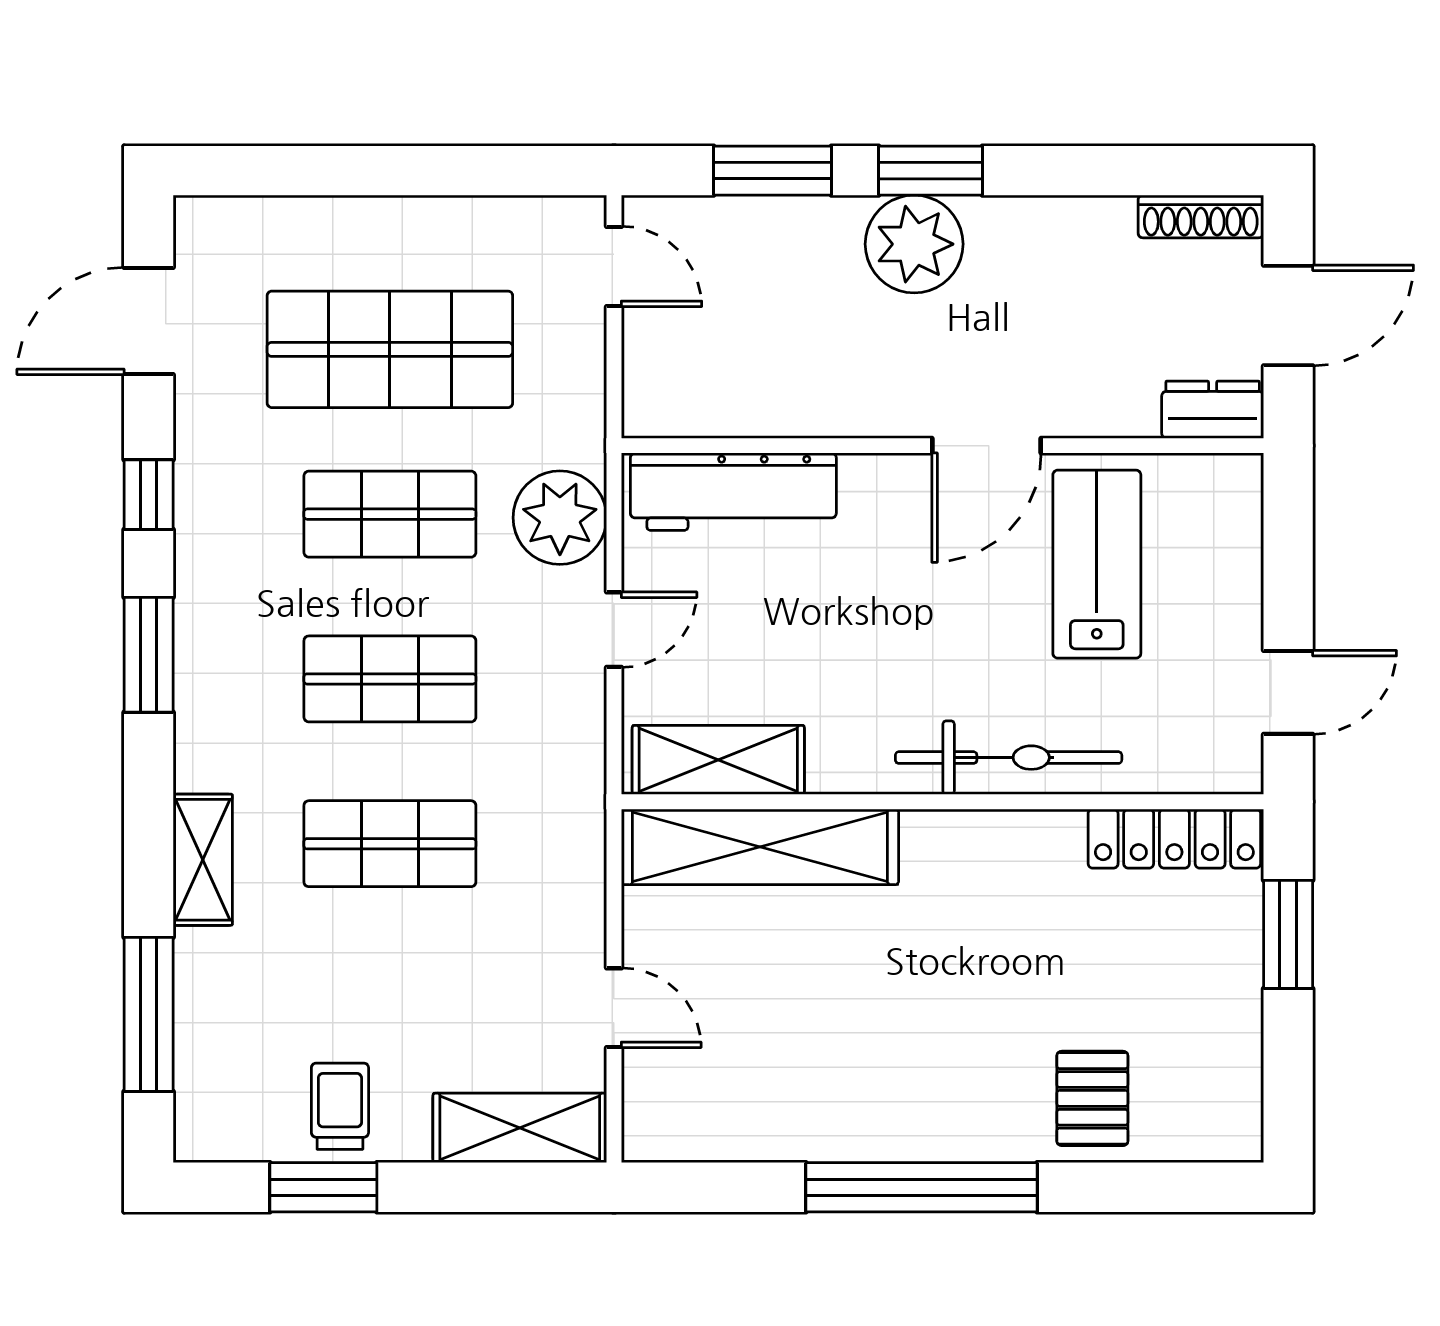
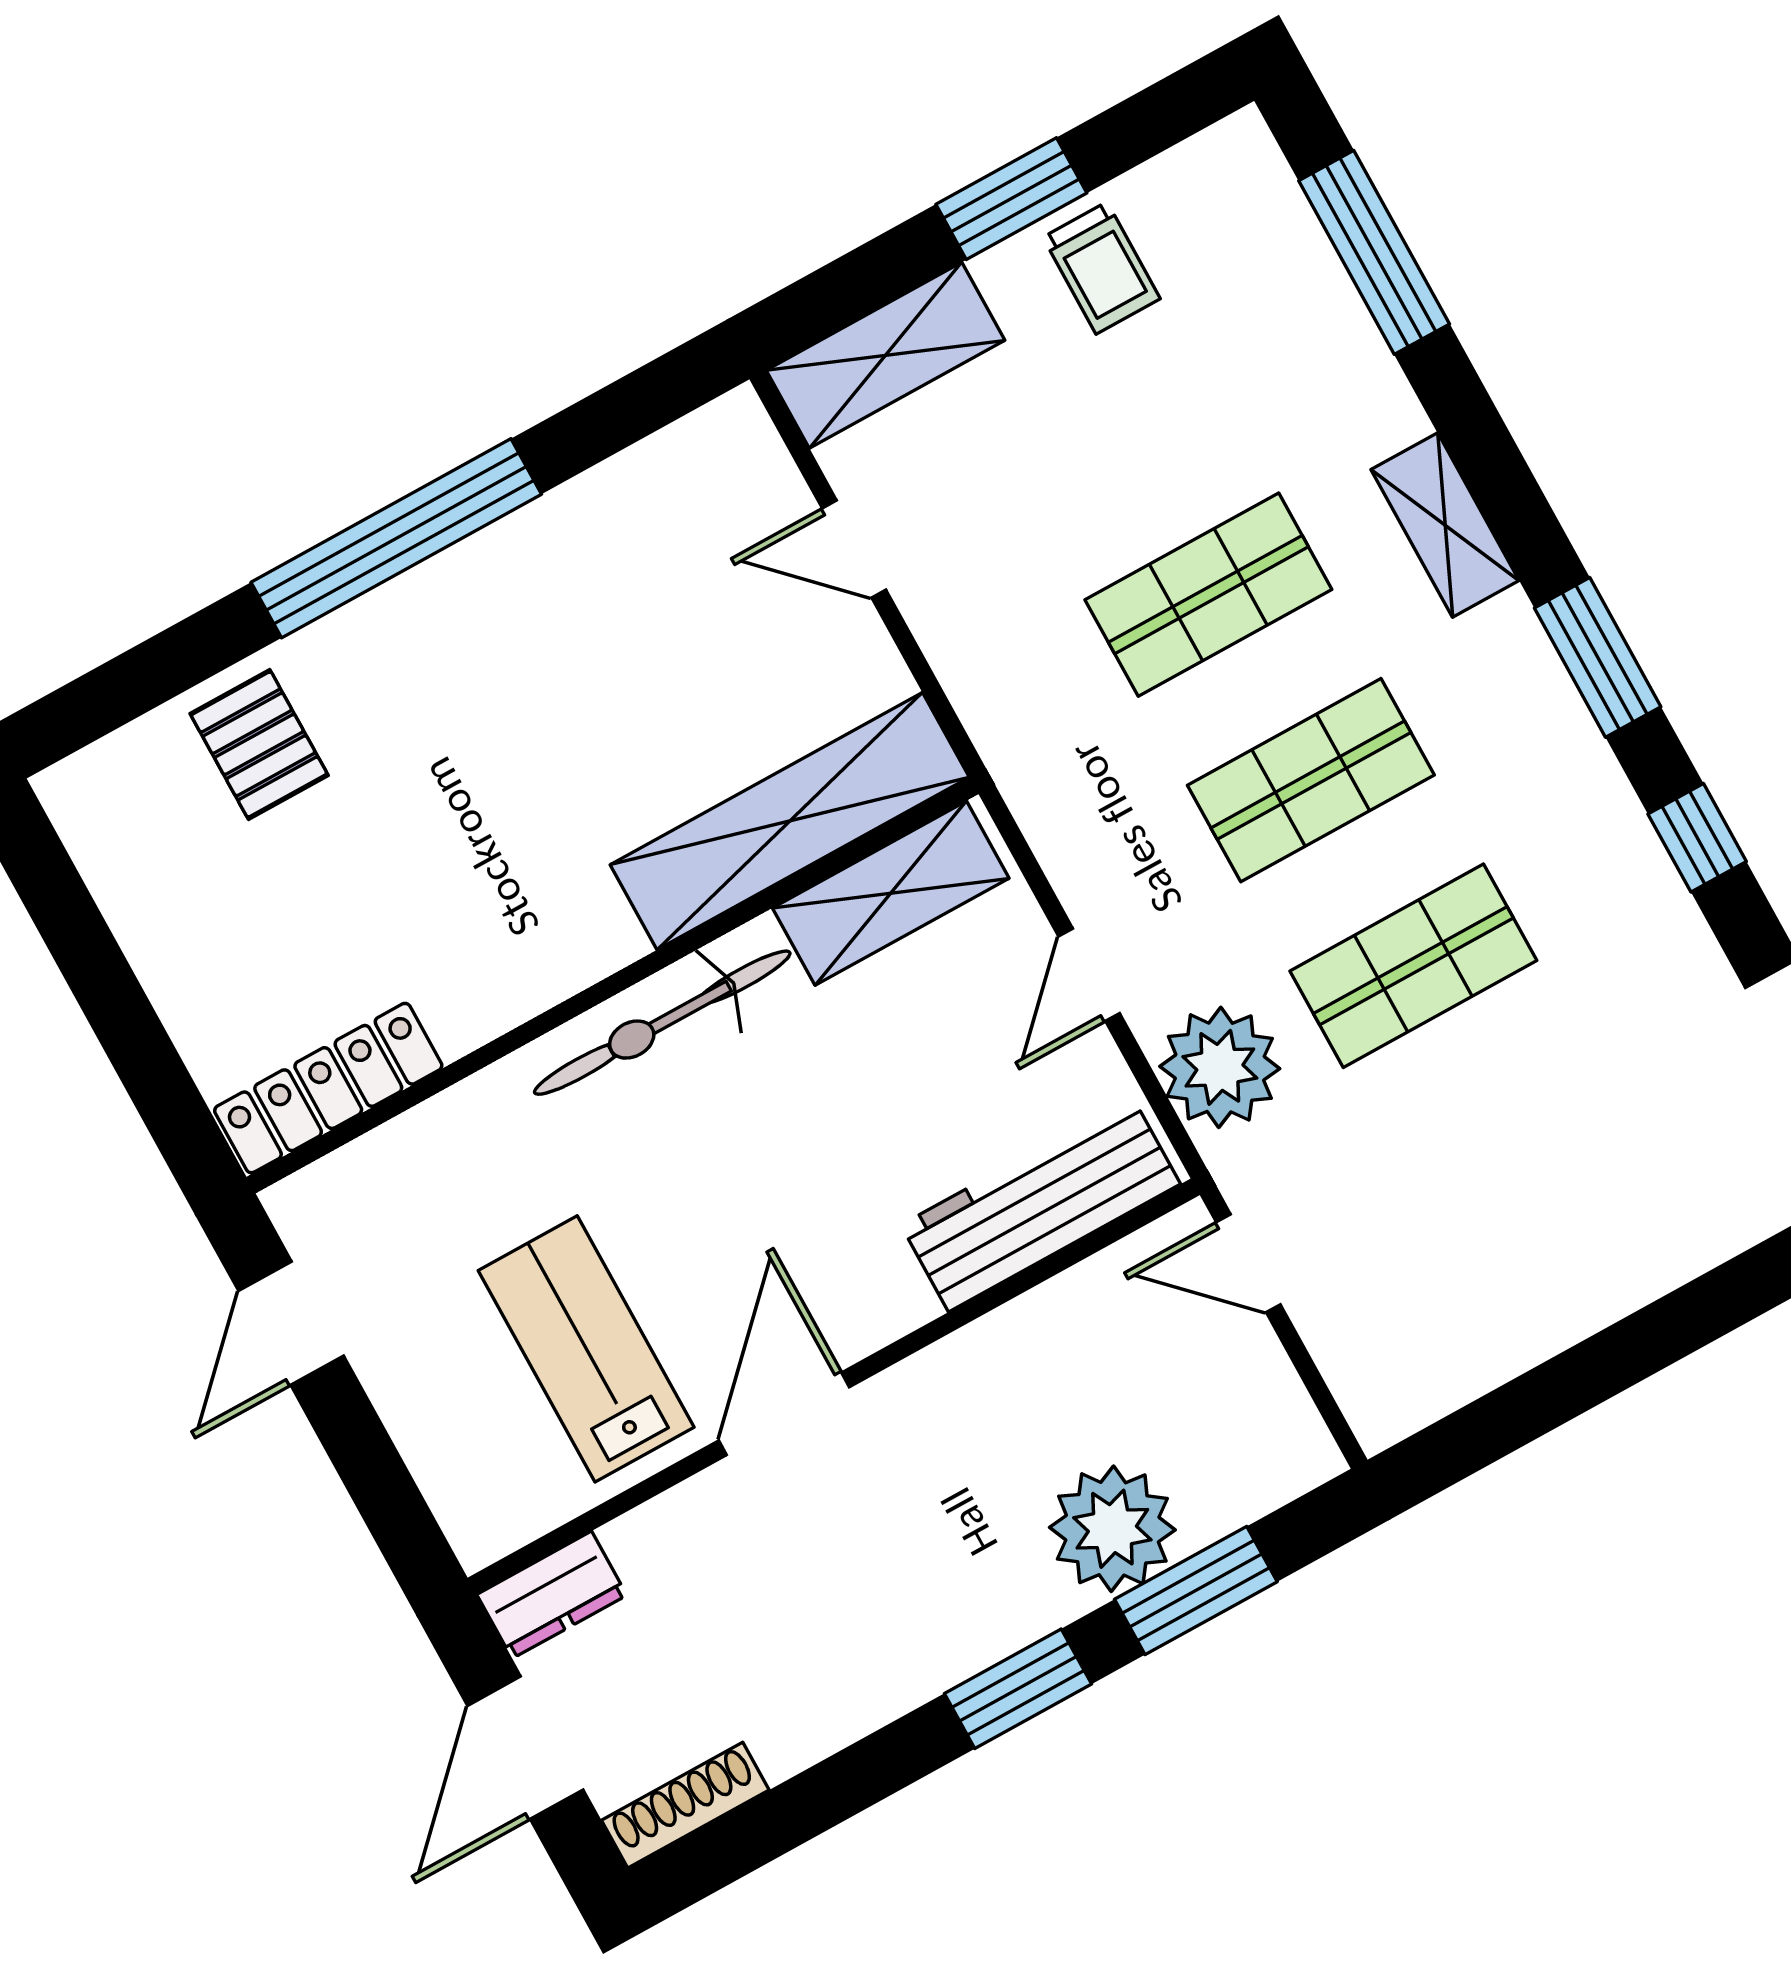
plant: (914, 244) -> (1112, 1529), moved
door: (614, 266) -> (1248, 1263), moved
shop shelf: (390, 349) -> (1516, 1151), removed
lab bench: (1097, 564) -> (586, 1349), turned 180
bicycle: (1009, 758) -> (662, 1023), moved
shelving: (203, 860) -> (1445, 525), moved
window: (1288, 934) -> (141, 1051), removed
window: (323, 1187) -> (1011, 199), moved

